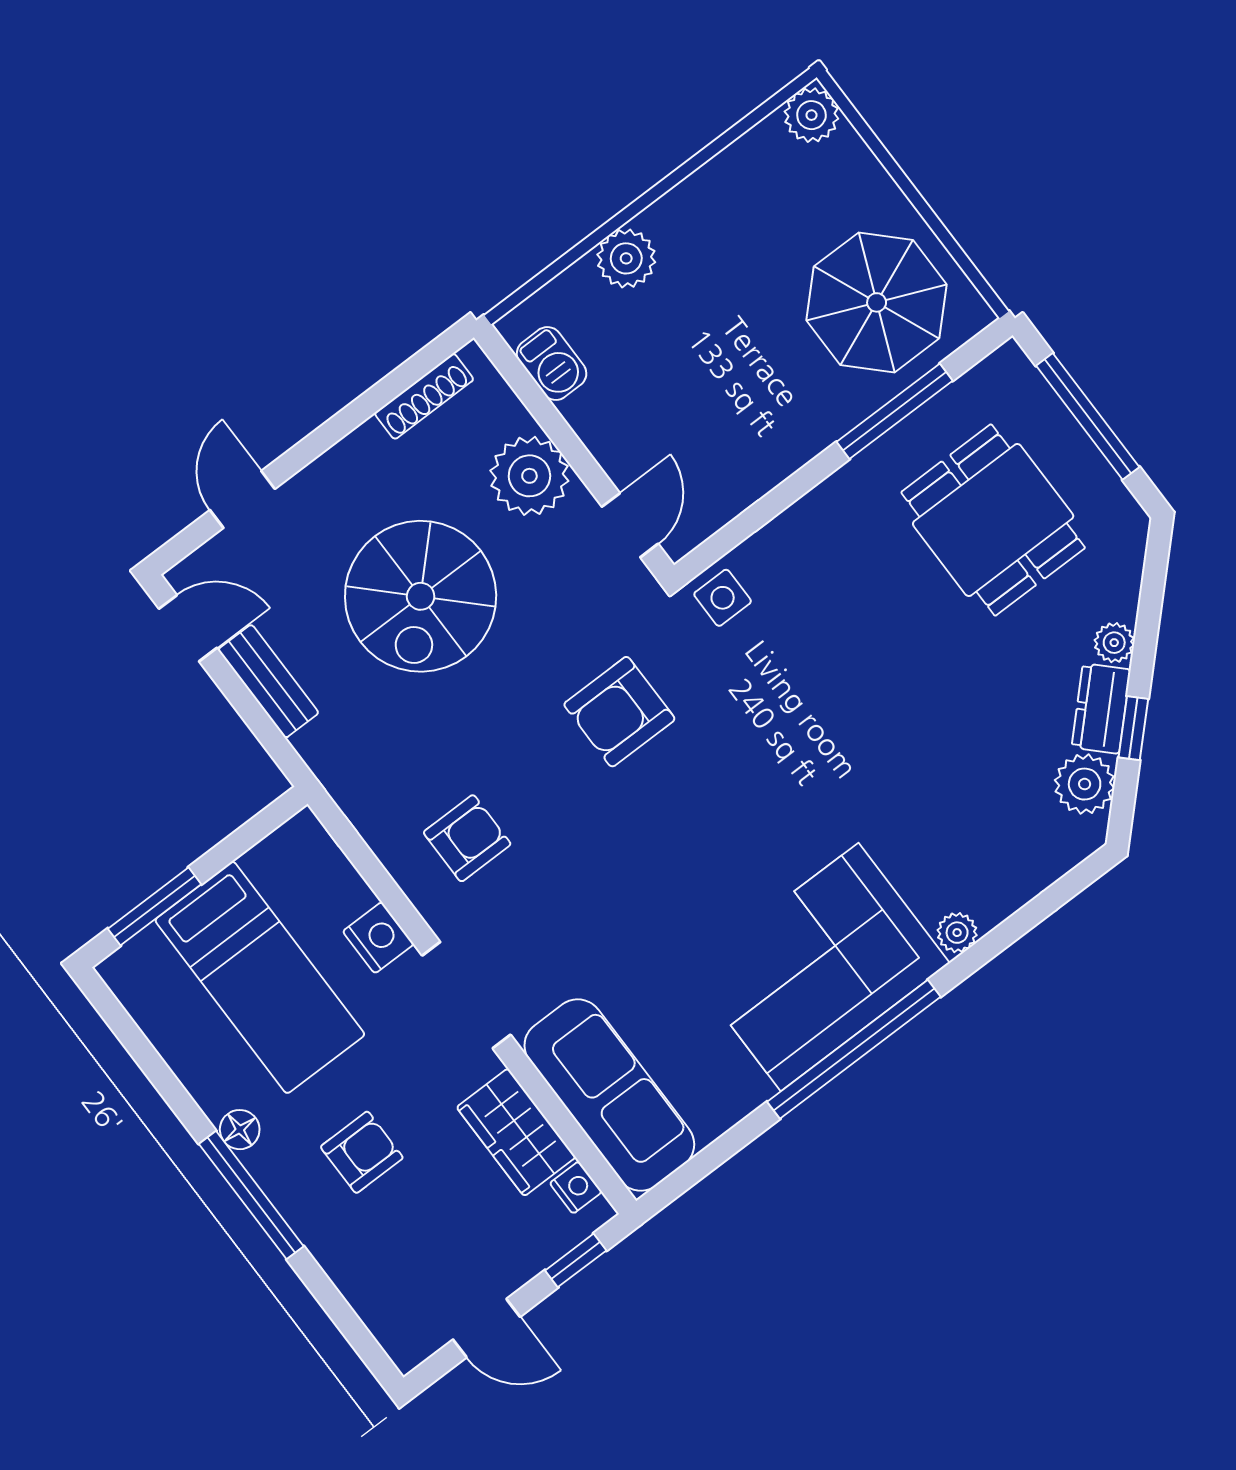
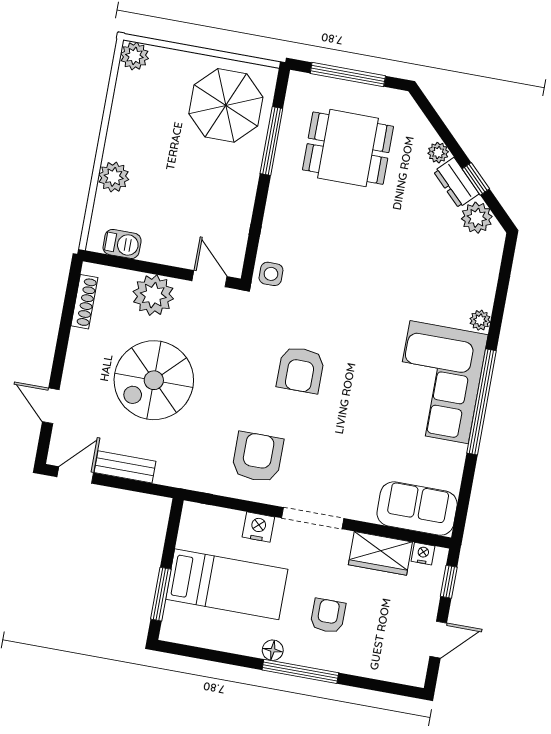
spiral stairs: (421, 596) -> (154, 380), turned 90
armchair: (619, 712) -> (301, 370), moved
armchair: (467, 838) -> (257, 457), width x1.38, depth x1.38
sofa: (609, 1095) -> (417, 509), width x0.73

